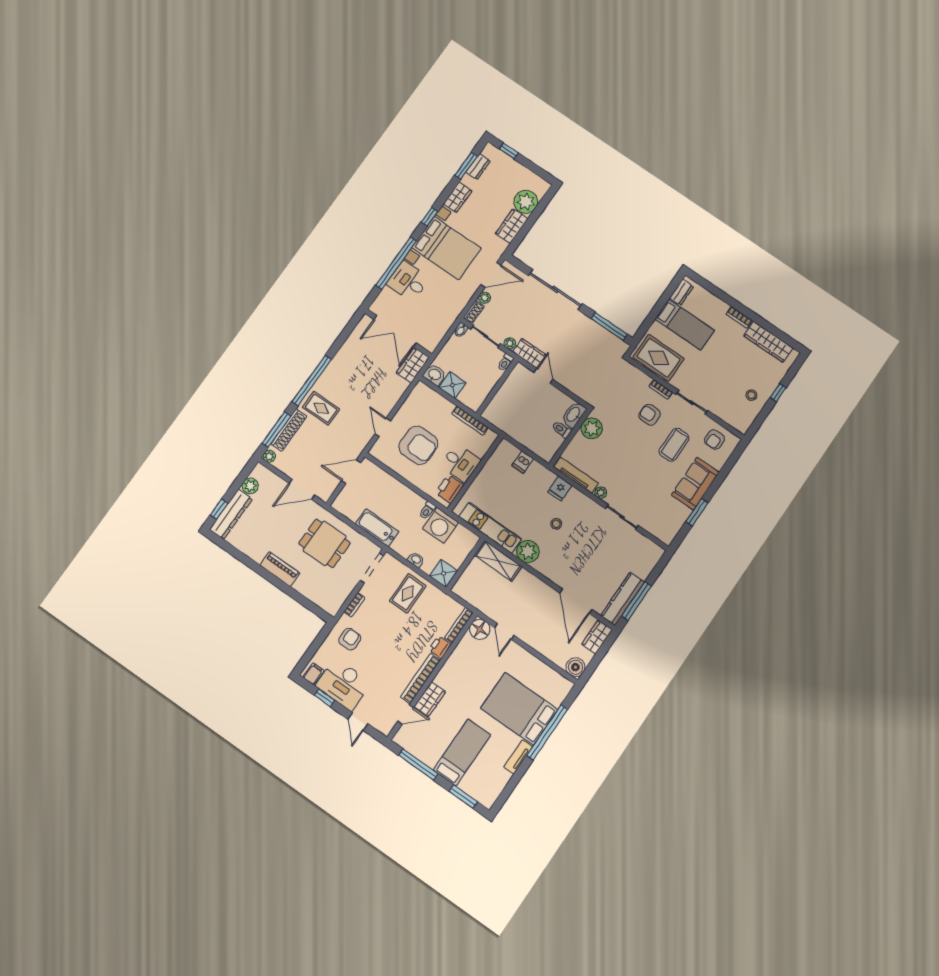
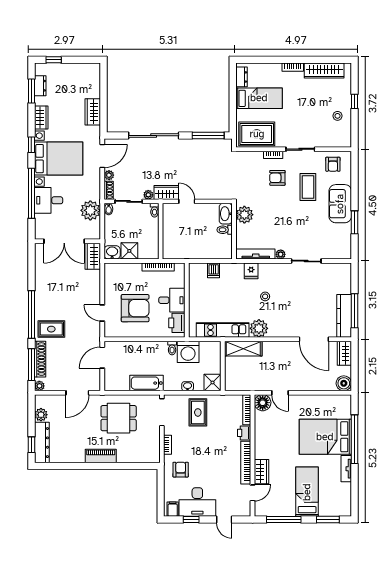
plant: (526, 202) -> (90, 210), moved

